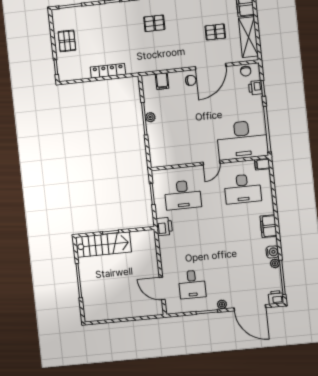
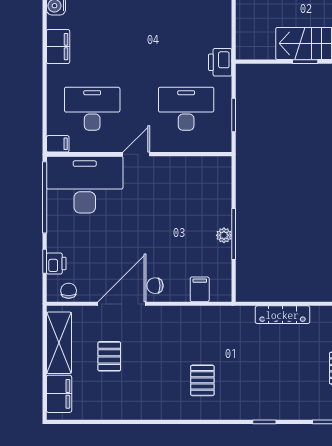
pallet: (154, 23) -> (202, 380), turned 90
pallet: (215, 32) -> (109, 356), turned 90

